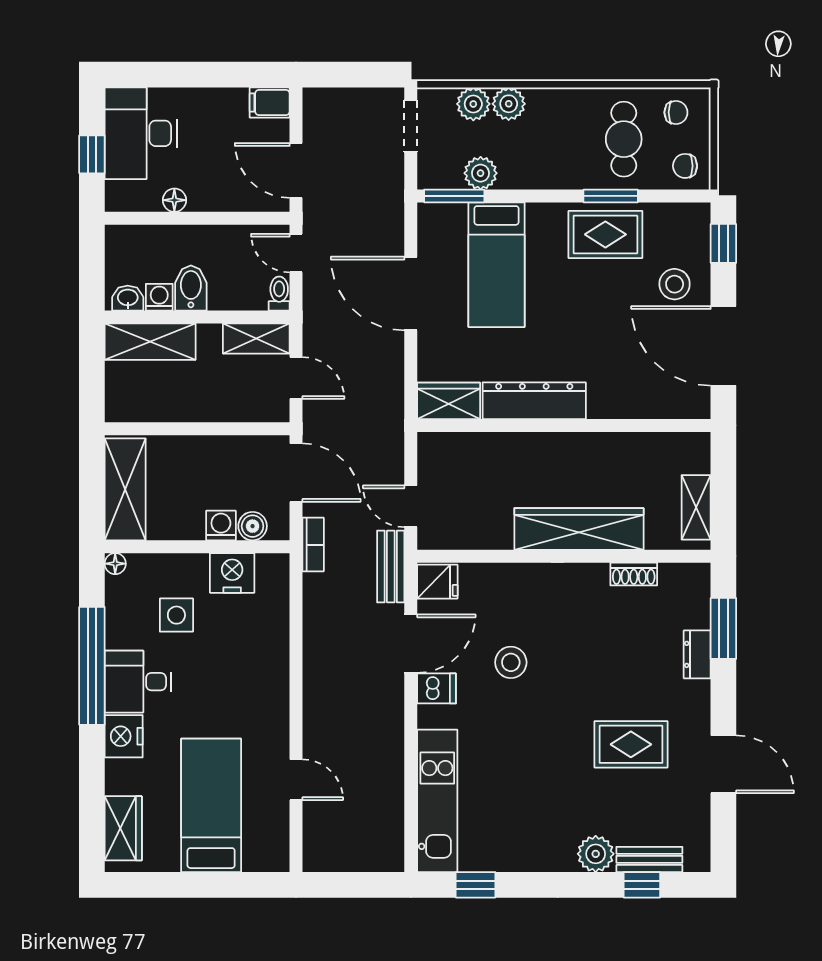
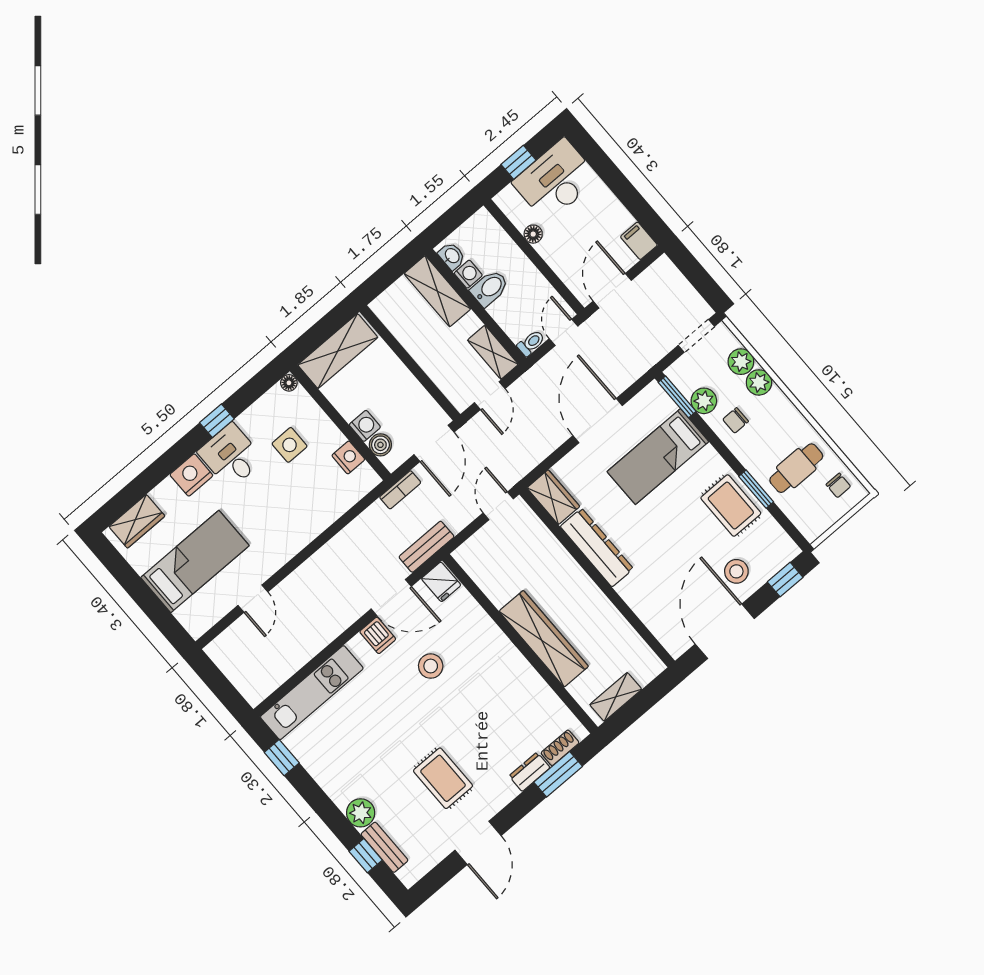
chair: (685, 166) -> (736, 420), moved, turned -90
door: (411, 506) -> (498, 506), moved
nightstand: (232, 573) -> (348, 457), width x0.74, depth x0.75
shoe rack: (634, 574) -> (560, 748), moved, turned 90
window: (92, 666) -> (217, 421), width x0.32

